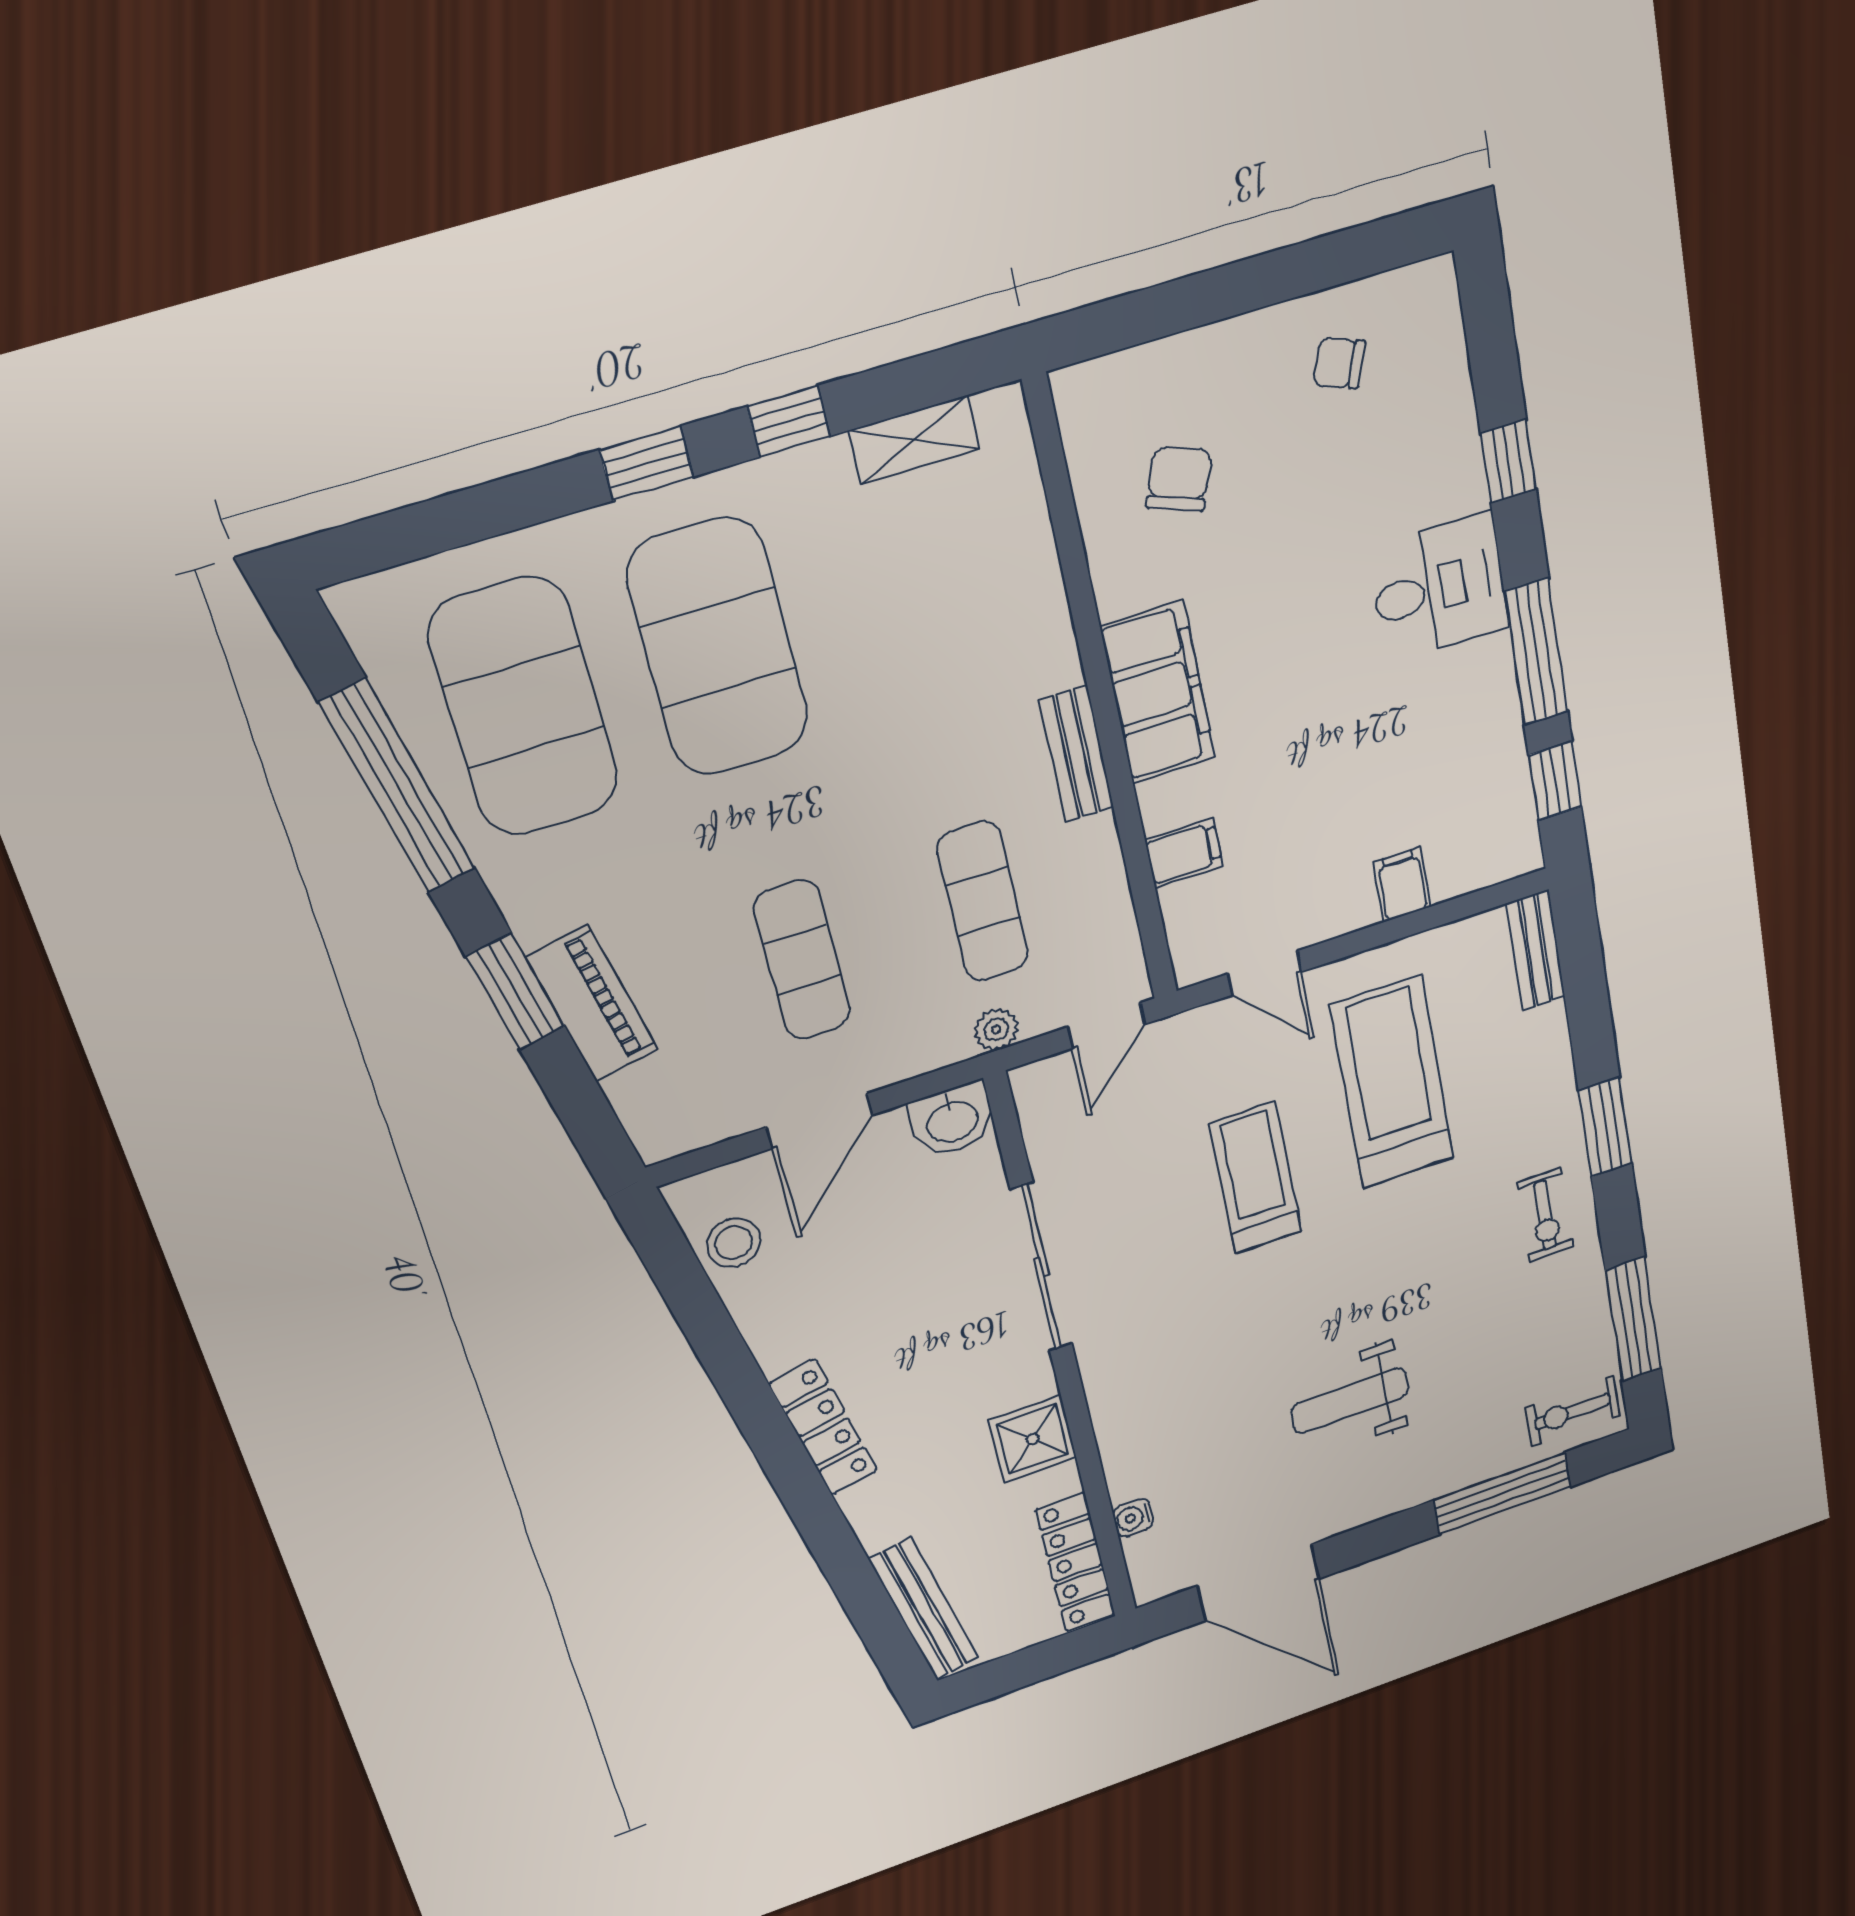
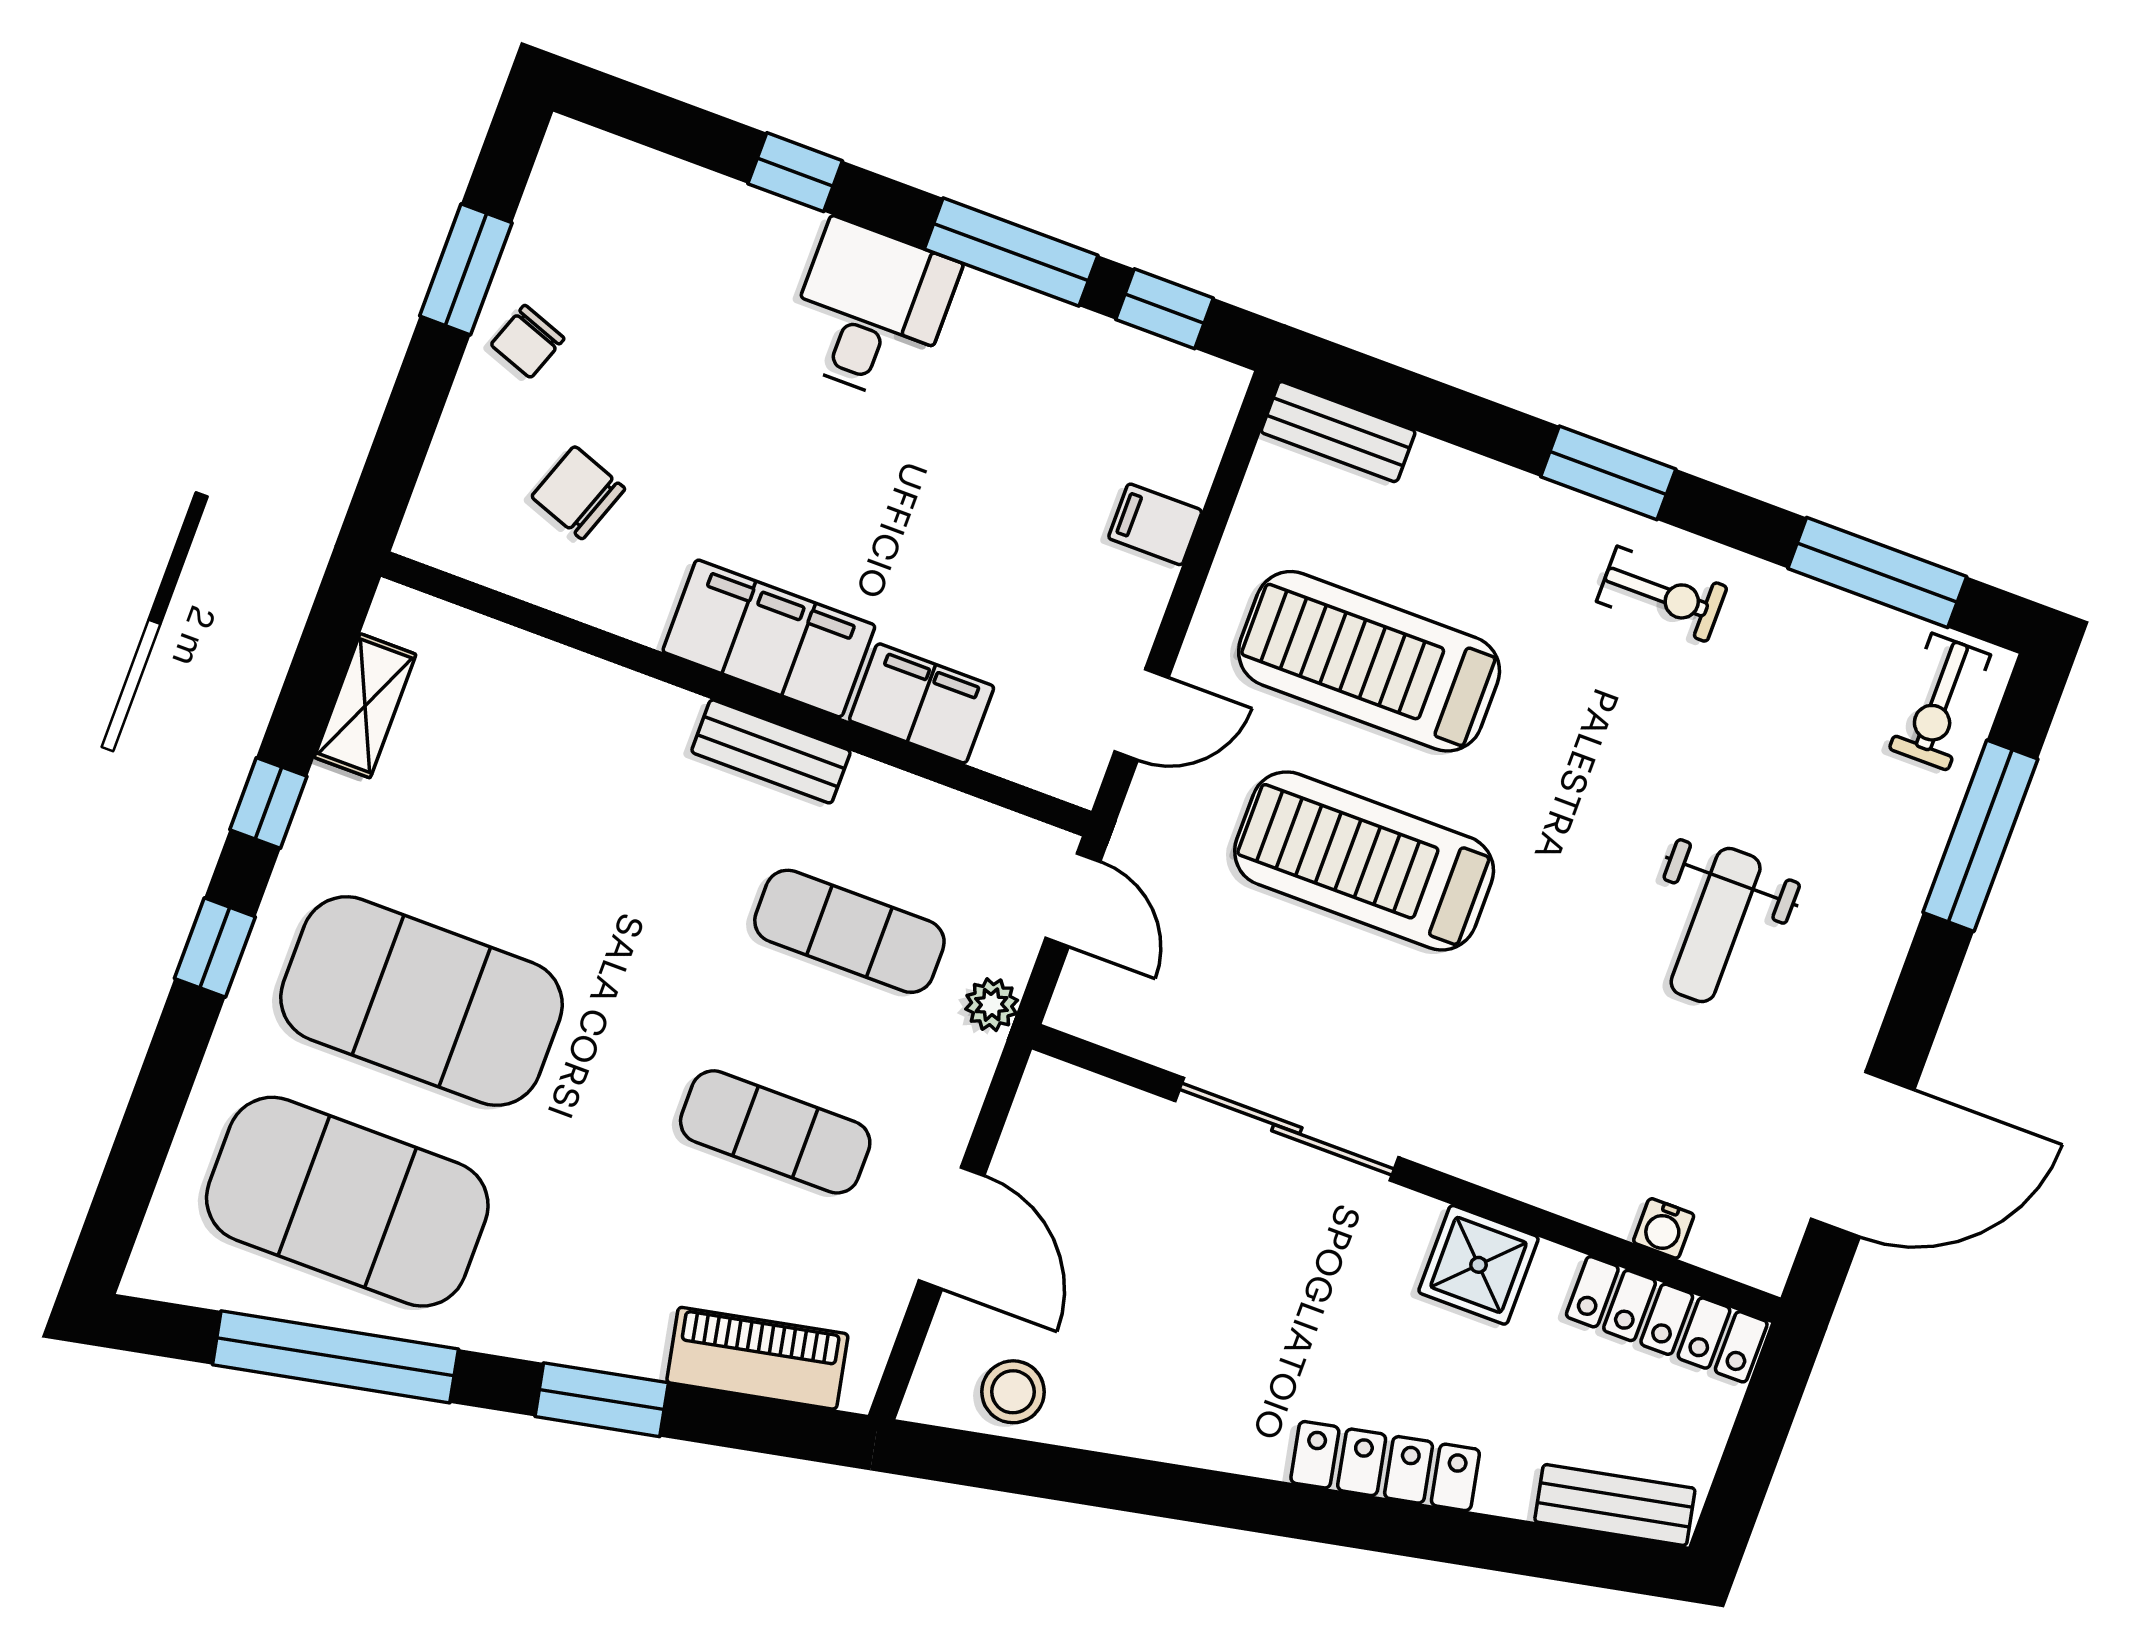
window: (1296, 271) -> (466, 269), added
chair: (1339, 363) -> (528, 342), moved
filing cabinet: (1184, 853) -> (922, 703), width x2.00
piano: (592, 1004) -> (757, 1358), moved
washbasin: (952, 1120) -> (1053, 1107), removed
treadmill: (1255, 1178) -> (1364, 861), width x1.37, depth x1.38
locker: (823, 1427) -> (1385, 1466), moved
bench: (924, 1609) -> (1615, 1505), width x0.73

